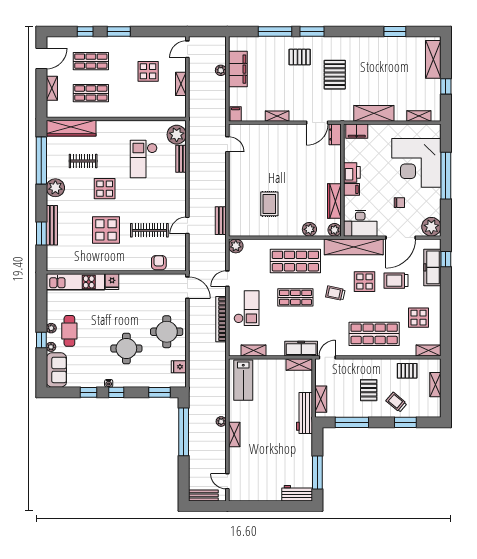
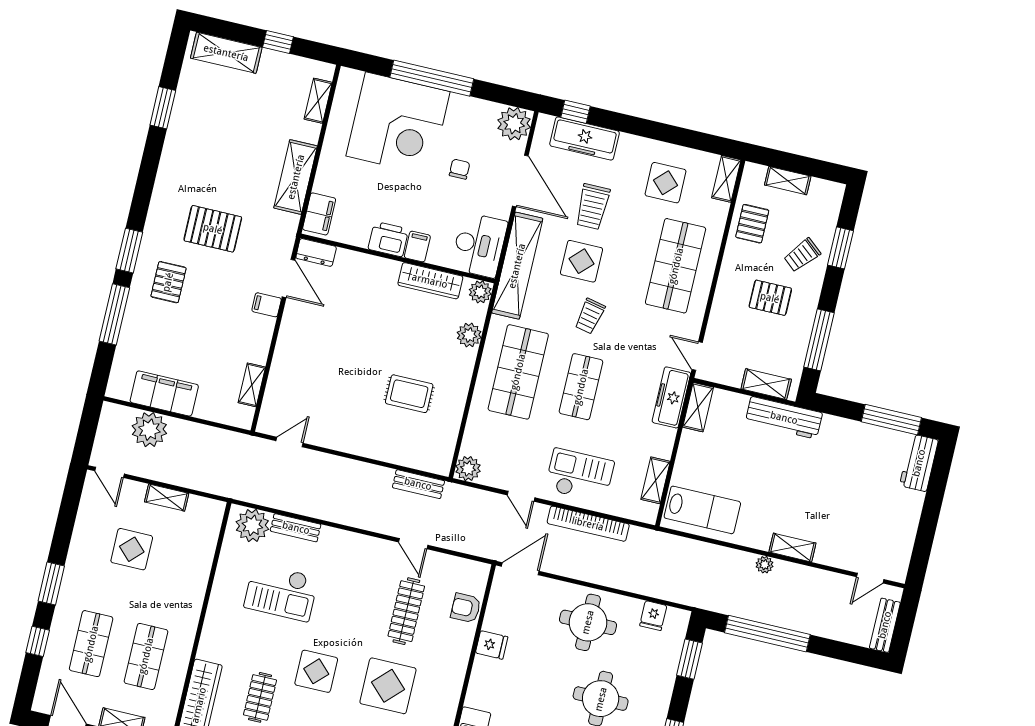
plant: (221, 70) -> (149, 430), width x1.88, depth x1.88
filing cabinet: (236, 114) -> (267, 305), moved
shelving: (277, 116) -> (252, 385), moved
fridge: (112, 282) -> (492, 645), moved

